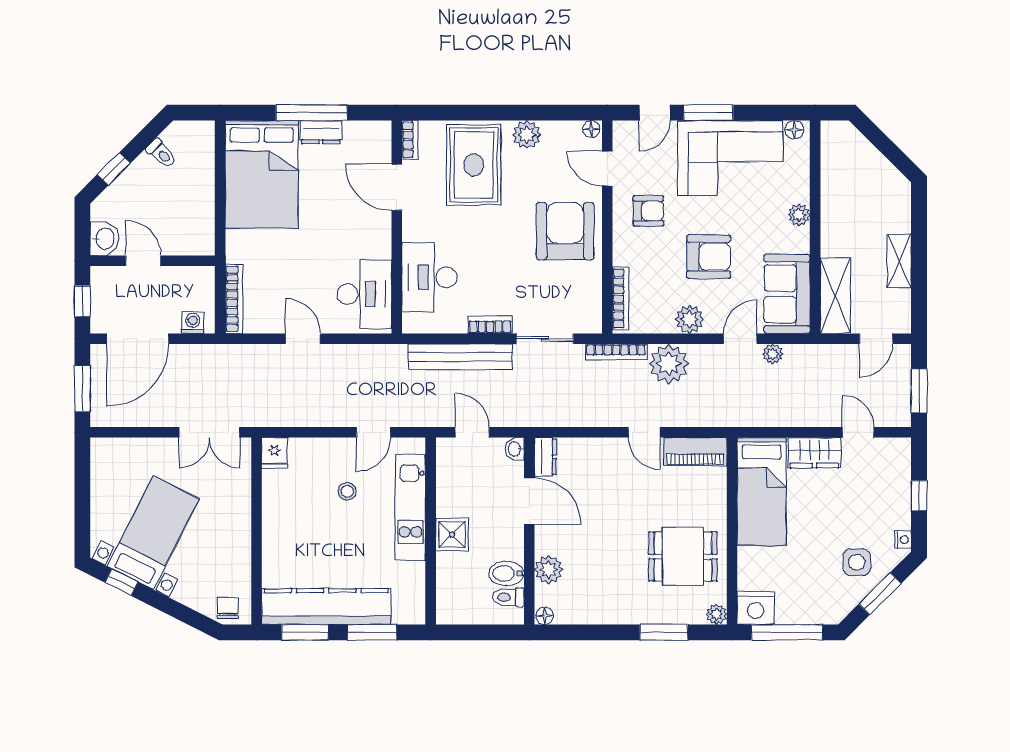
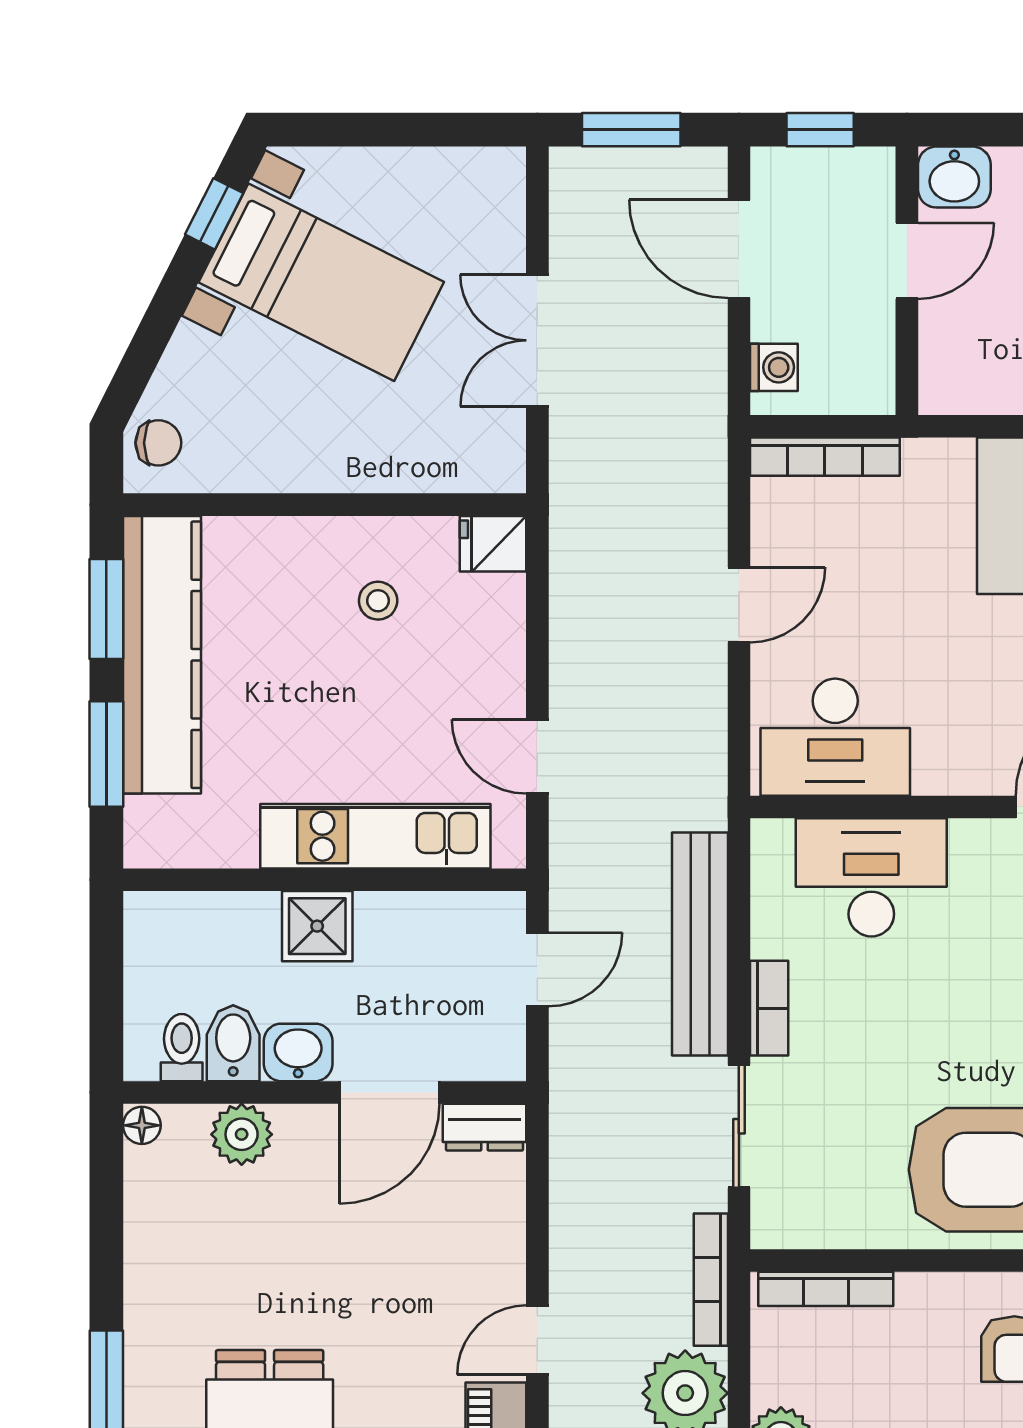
door: (138, 339) -> (739, 249), width x0.73
double door: (209, 432) -> (537, 340), moved
washbasin: (515, 449) -> (298, 1052), moved, width x1.38, depth x1.45
stool: (347, 491) -> (378, 601), moved

